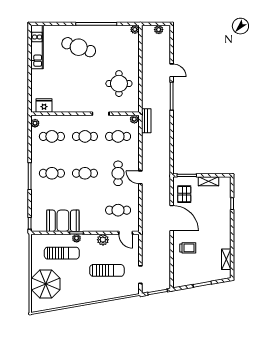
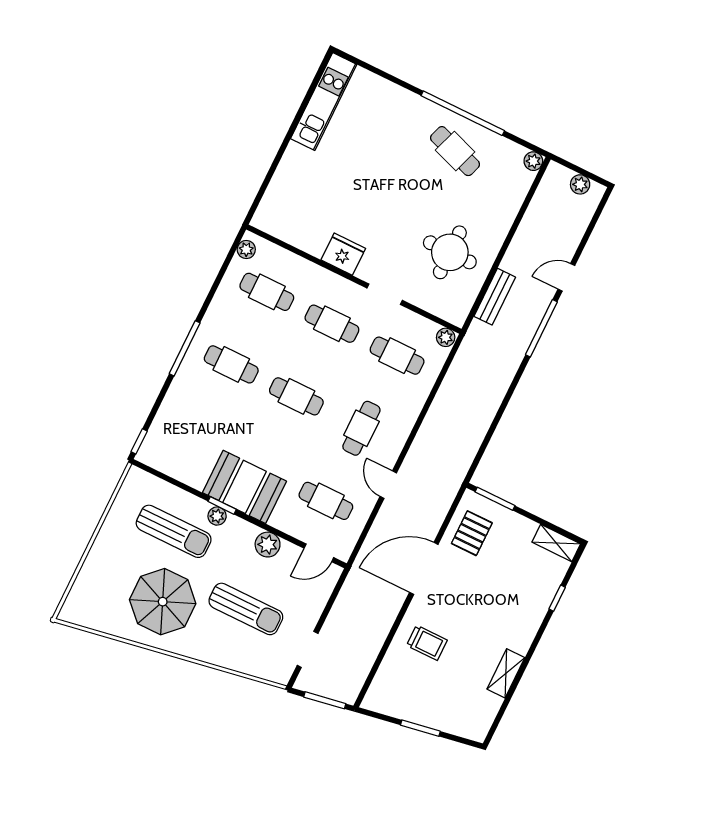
cafe table: (79, 47) -> (455, 151), moved, width x0.73, depth x0.74
door: (172, 70) -> (566, 277), swing flipped
fridge: (44, 106) -> (343, 254), moved
bench: (146, 121) -> (495, 297), moved
door: (140, 177) -> (388, 485), moved
shelving: (209, 181) -> (556, 543), moved
door: (172, 218) -> (424, 568), swing flipped
booth: (63, 221) -> (244, 487), moved
door: (126, 233) -> (319, 553), hinge flipped
shelving: (226, 259) -> (506, 673), moved
parasol: (46, 284) -> (163, 602), moved

